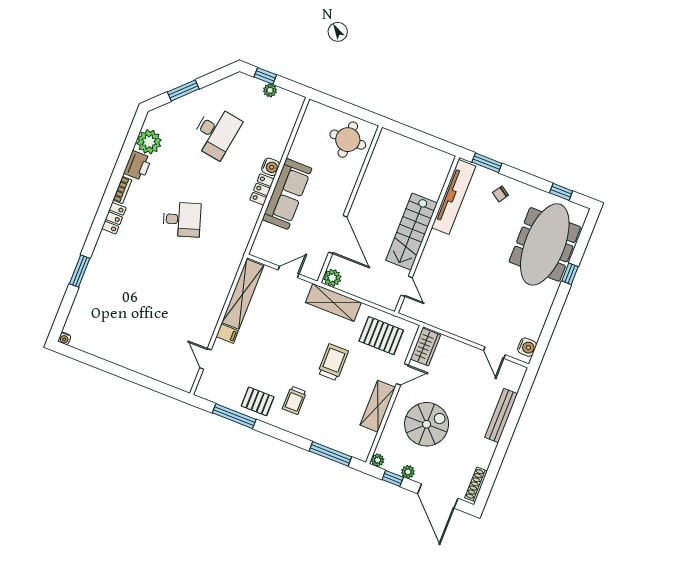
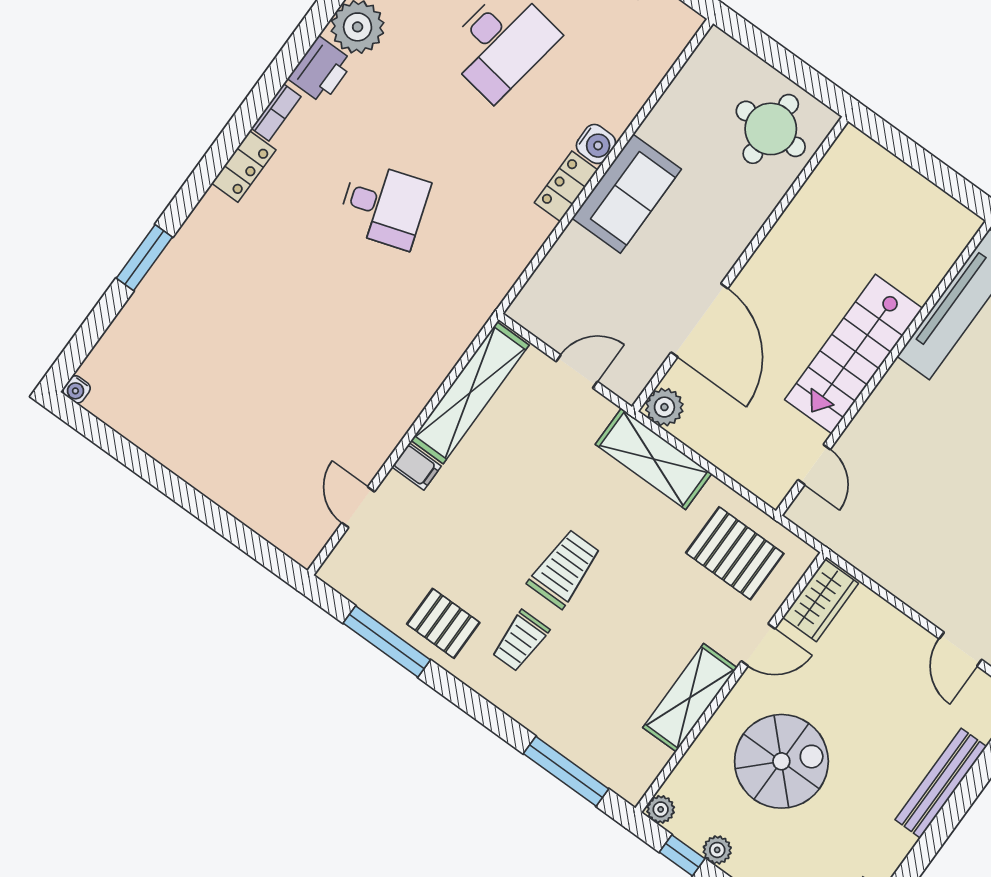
sofa: (287, 194) -> (627, 194), width x0.73
trolley: (333, 362) -> (564, 569), moved

